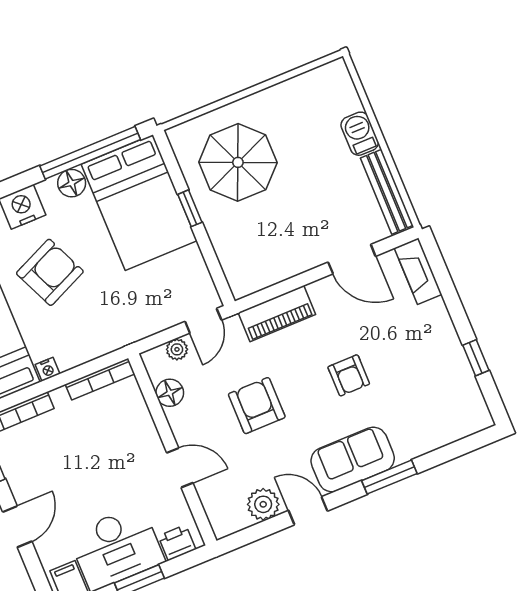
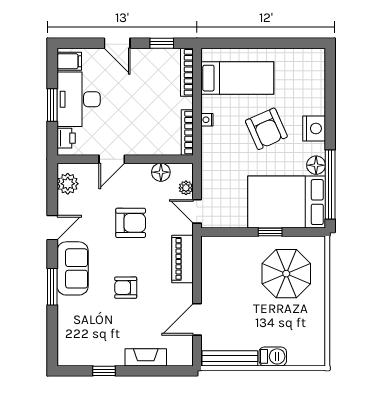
fireplace: (418, 271) -> (146, 357), moved
nightstand: (48, 369) -> (207, 120), moved
plant: (263, 504) -> (68, 184), moved

